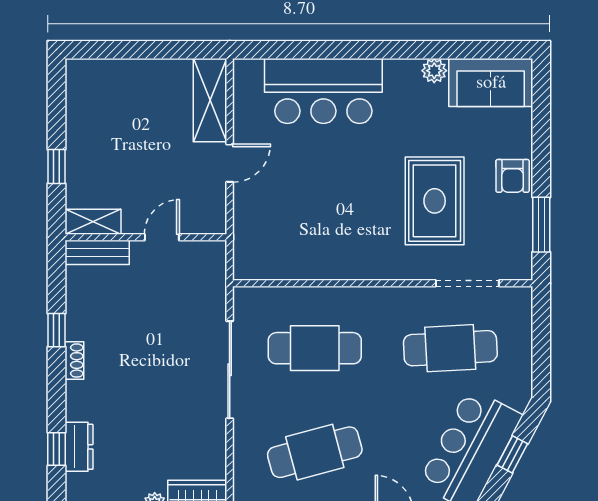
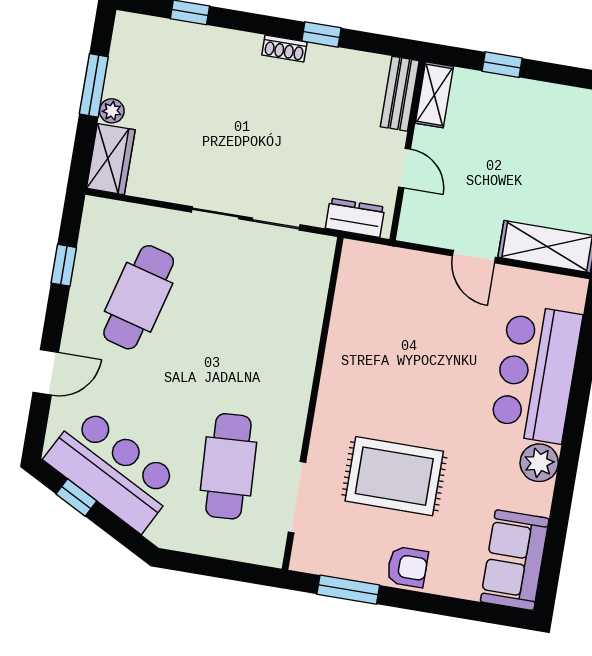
plant: (434, 71) -> (539, 463), moved, width x1.38, depth x1.38
armchair: (513, 176) -> (407, 567), turned 180
cafe table: (315, 348) -> (254, 316), removed
dresser: (79, 447) -> (355, 218), moved, turned 180
cafe table: (315, 452) -> (139, 297), turned 30
window: (512, 454) -> (76, 497), moved

